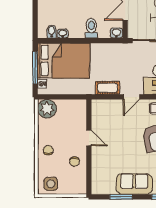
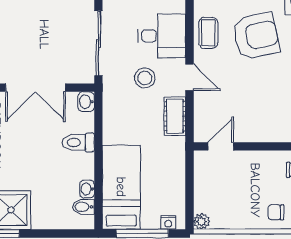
bed: (64, 61) -> (121, 187), width x0.67
stool: (131, 69) -> (145, 78), added
plant: (47, 109) -> (202, 221), width x0.53, depth x0.53
door: (89, 138) -> (221, 146), moved

